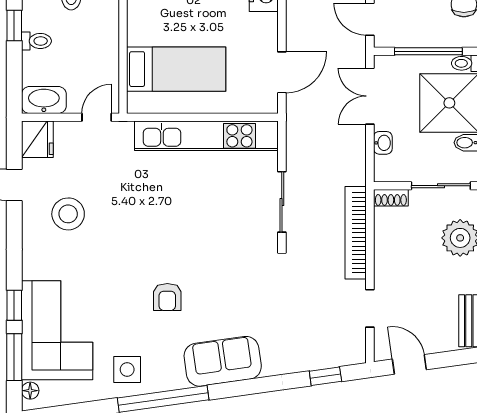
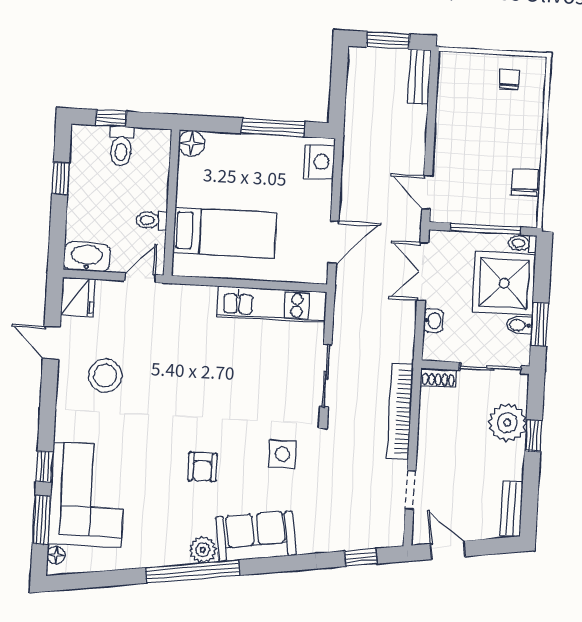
toilet: (36, 41) -> (151, 220), moved, turned 180
kitchen unit: (206, 136) -> (272, 304), width x0.73
side table: (127, 370) -> (282, 454), moved
plant: (172, 377) -> (203, 550), added

